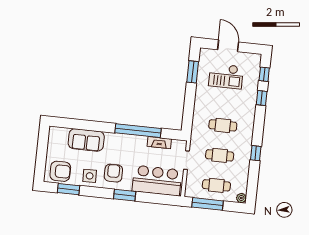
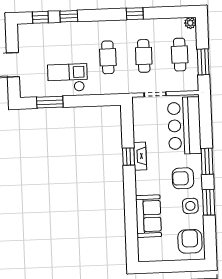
checkout: (226, 76) -> (68, 78), moved, turned -90
window: (138, 131) -> (129, 157), width x0.32
fireplace: (159, 143) -> (140, 156), moved
window: (68, 189) -> (209, 202), moved
window: (208, 204) -> (203, 62), width x0.69

